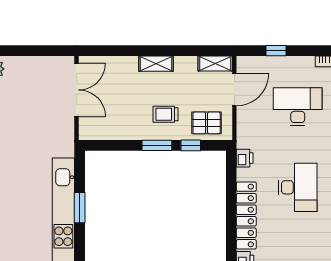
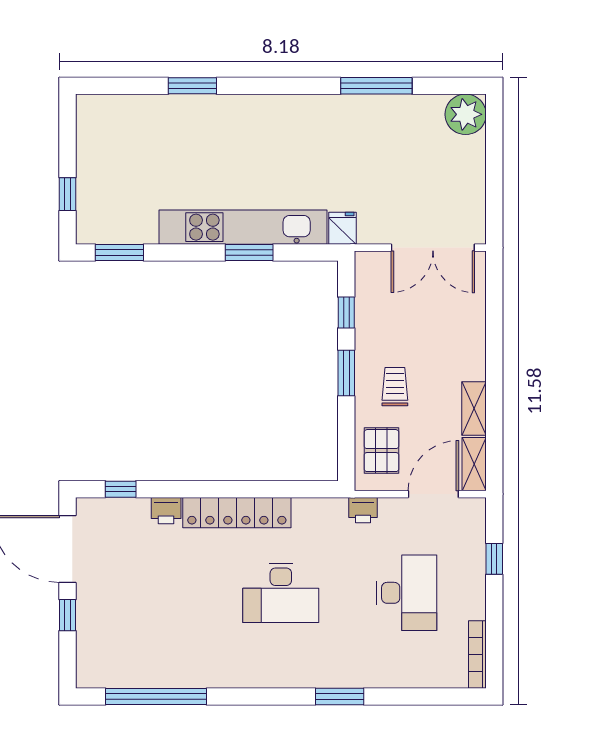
shelving: (156, 64) -> (474, 409), moved
door: (234, 90) -> (433, 494), swing flipped
window: (191, 145) -> (346, 312), moved
fridge: (64, 148) -> (343, 228), added
printer: (245, 158) -> (363, 510), moved

